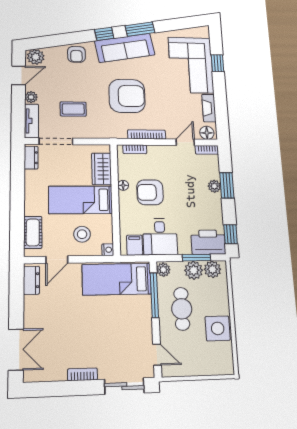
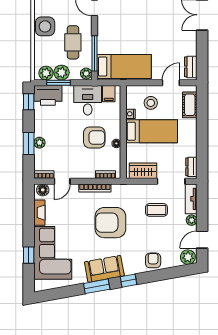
sofa: (125, 48) -> (104, 269), width x0.73
wardrobe: (102, 169) -> (143, 171), moved, turned -90
nightstand: (108, 250) -> (130, 114), moved

